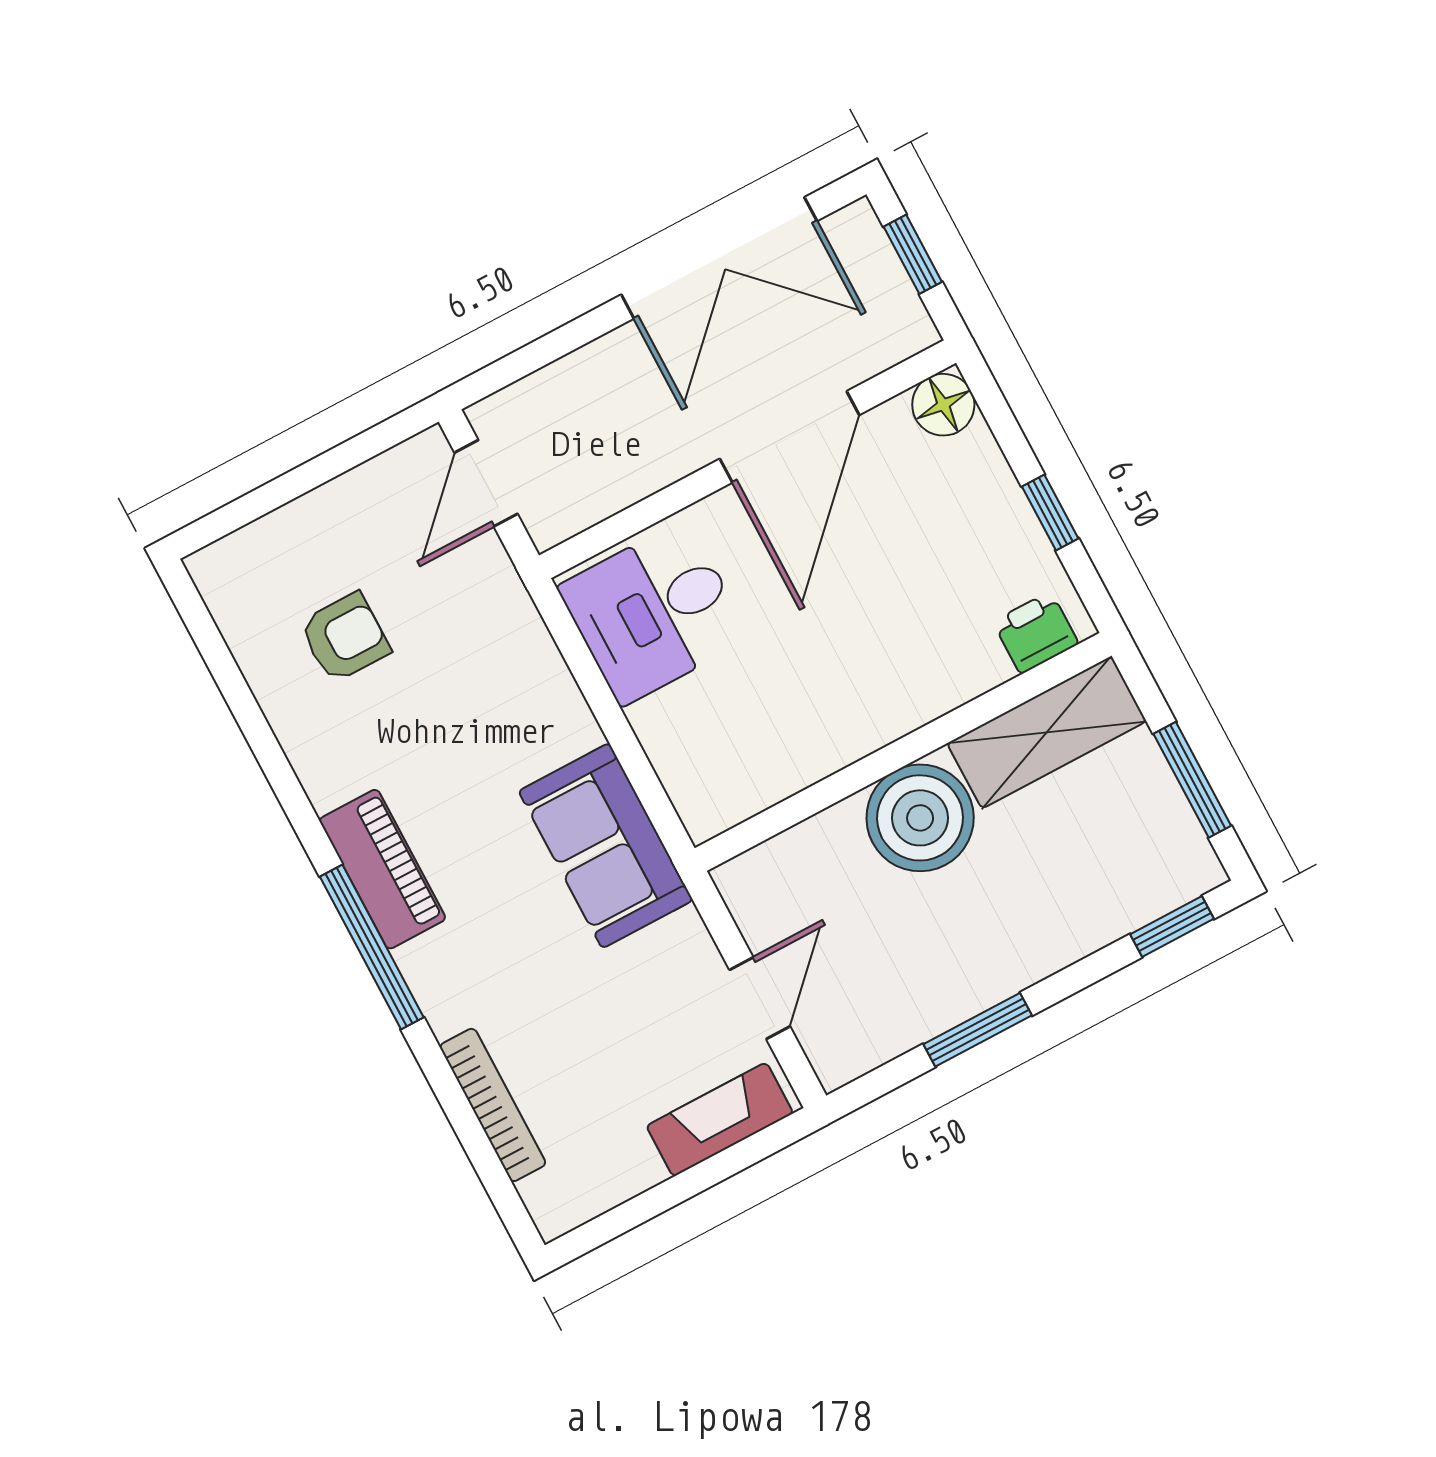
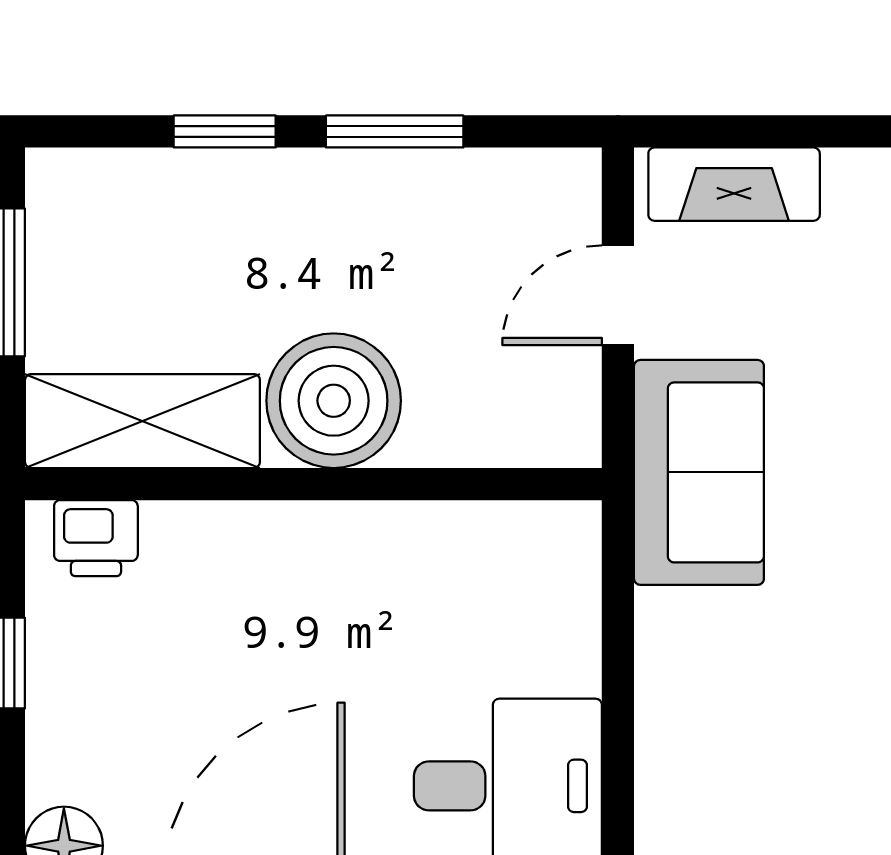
sofa: (606, 846) -> (699, 472), moved
window: (1172, 926) -> (225, 131), moved

